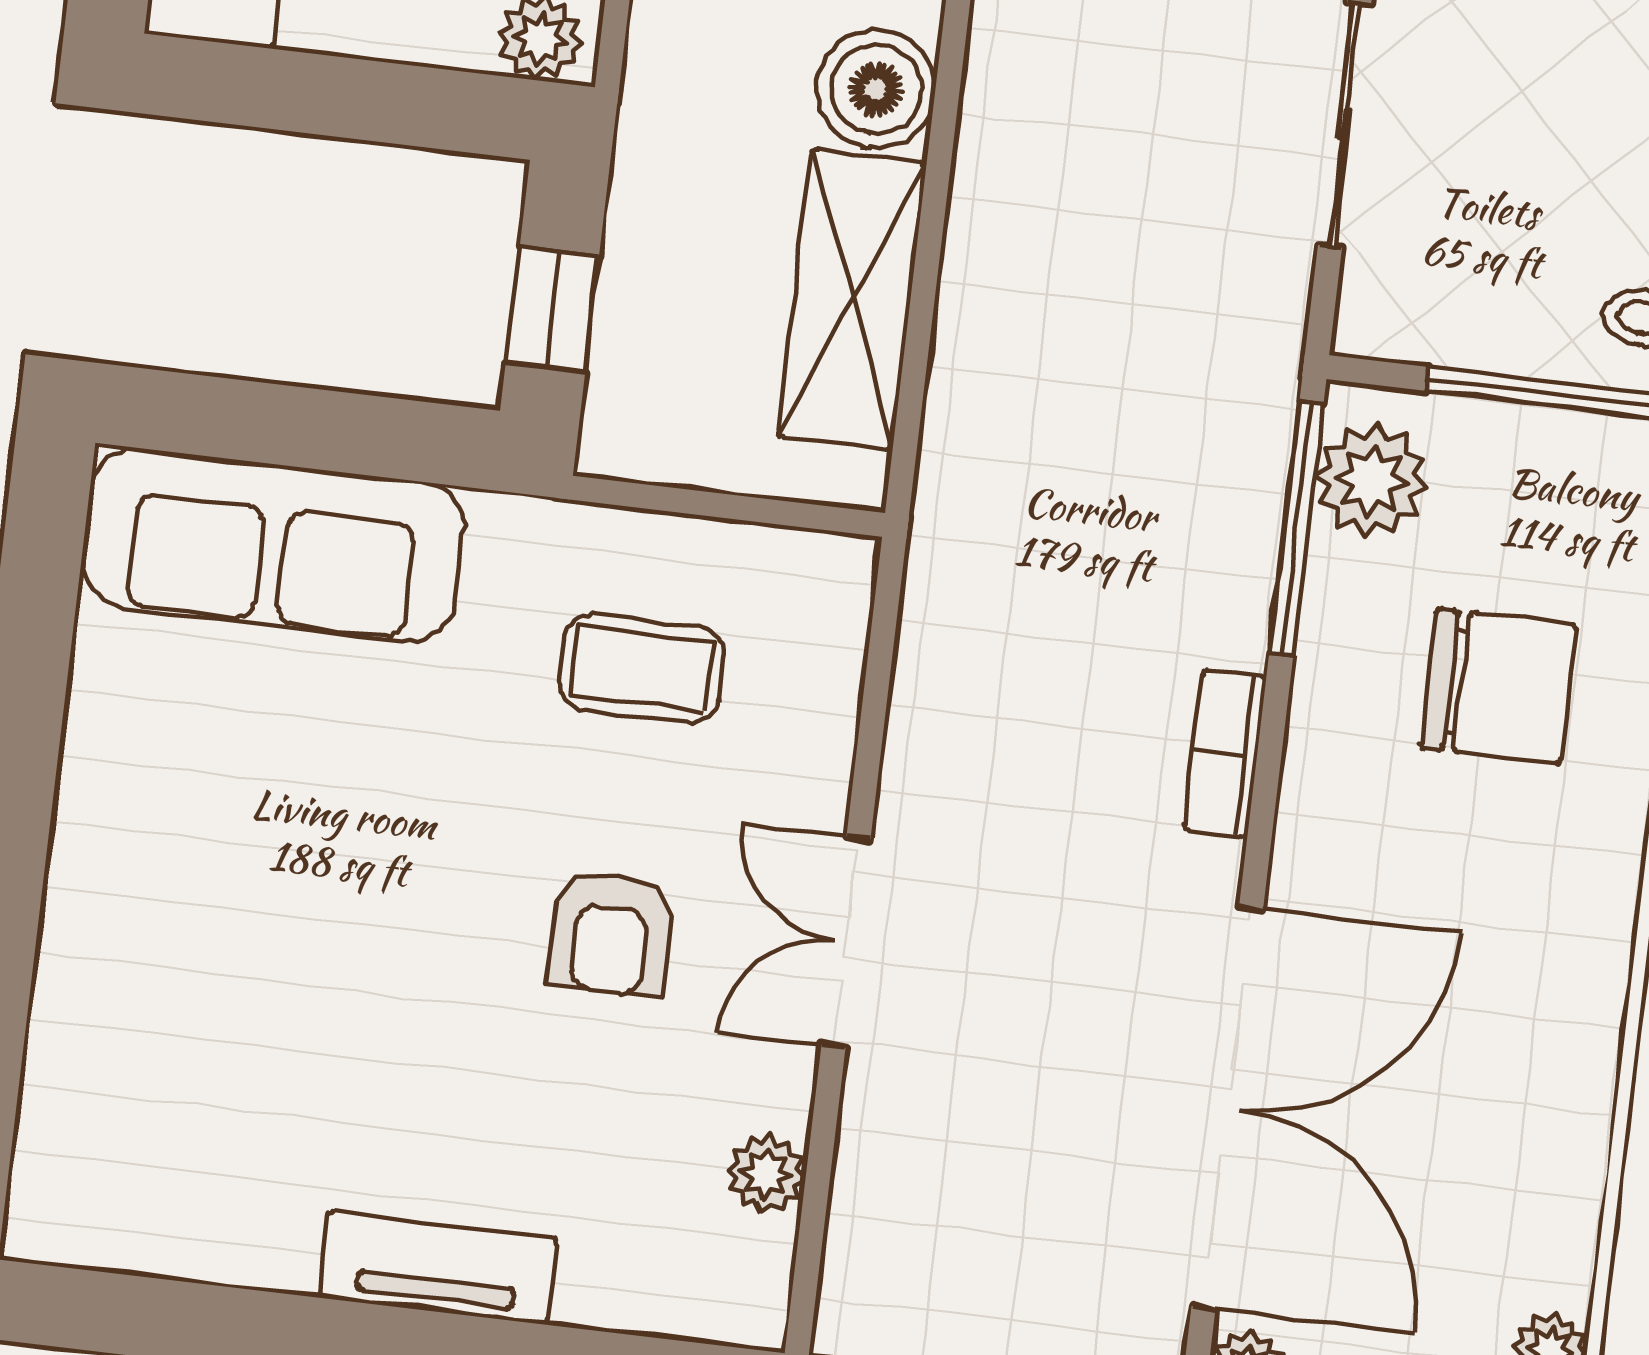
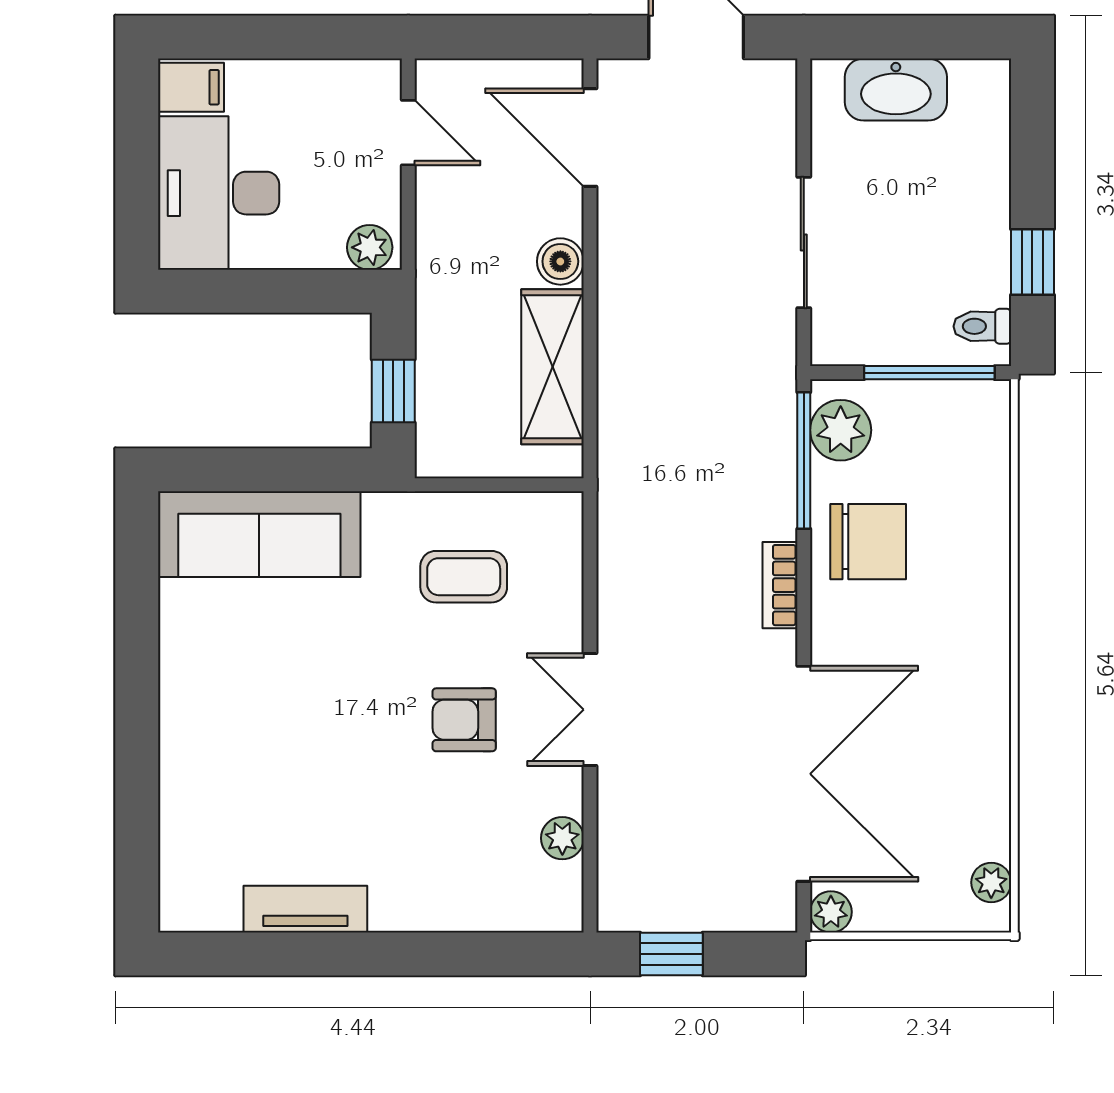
boiler: (876, 89) -> (560, 261), width x0.73, depth x0.73
chair: (1498, 686) -> (868, 542), moved
armchair: (611, 933) -> (464, 720), turned 90
tv unit: (438, 1268) -> (305, 909), moved

